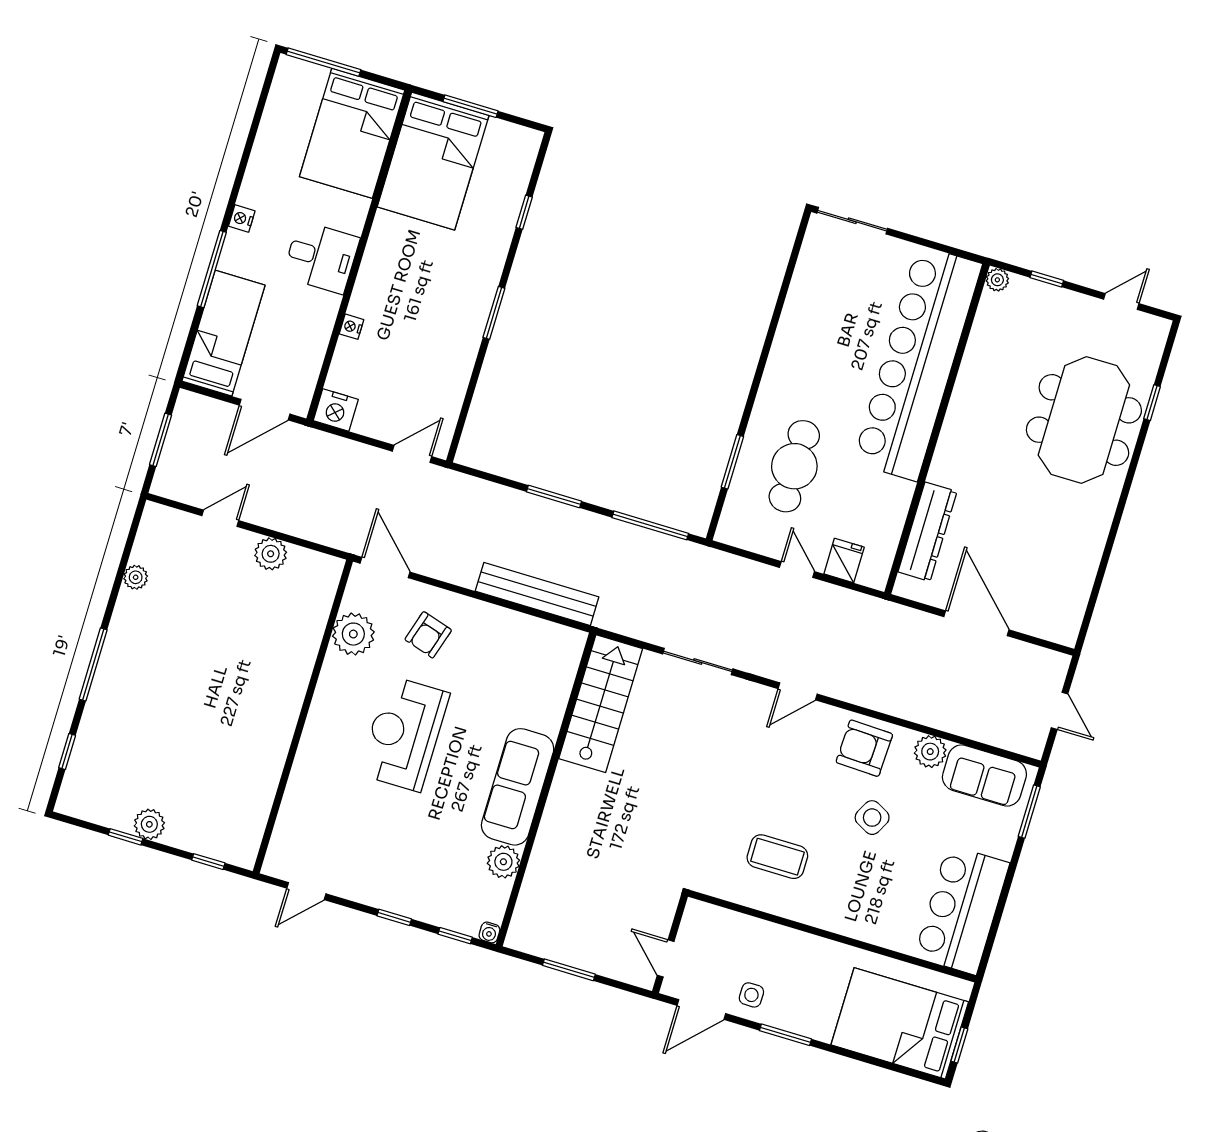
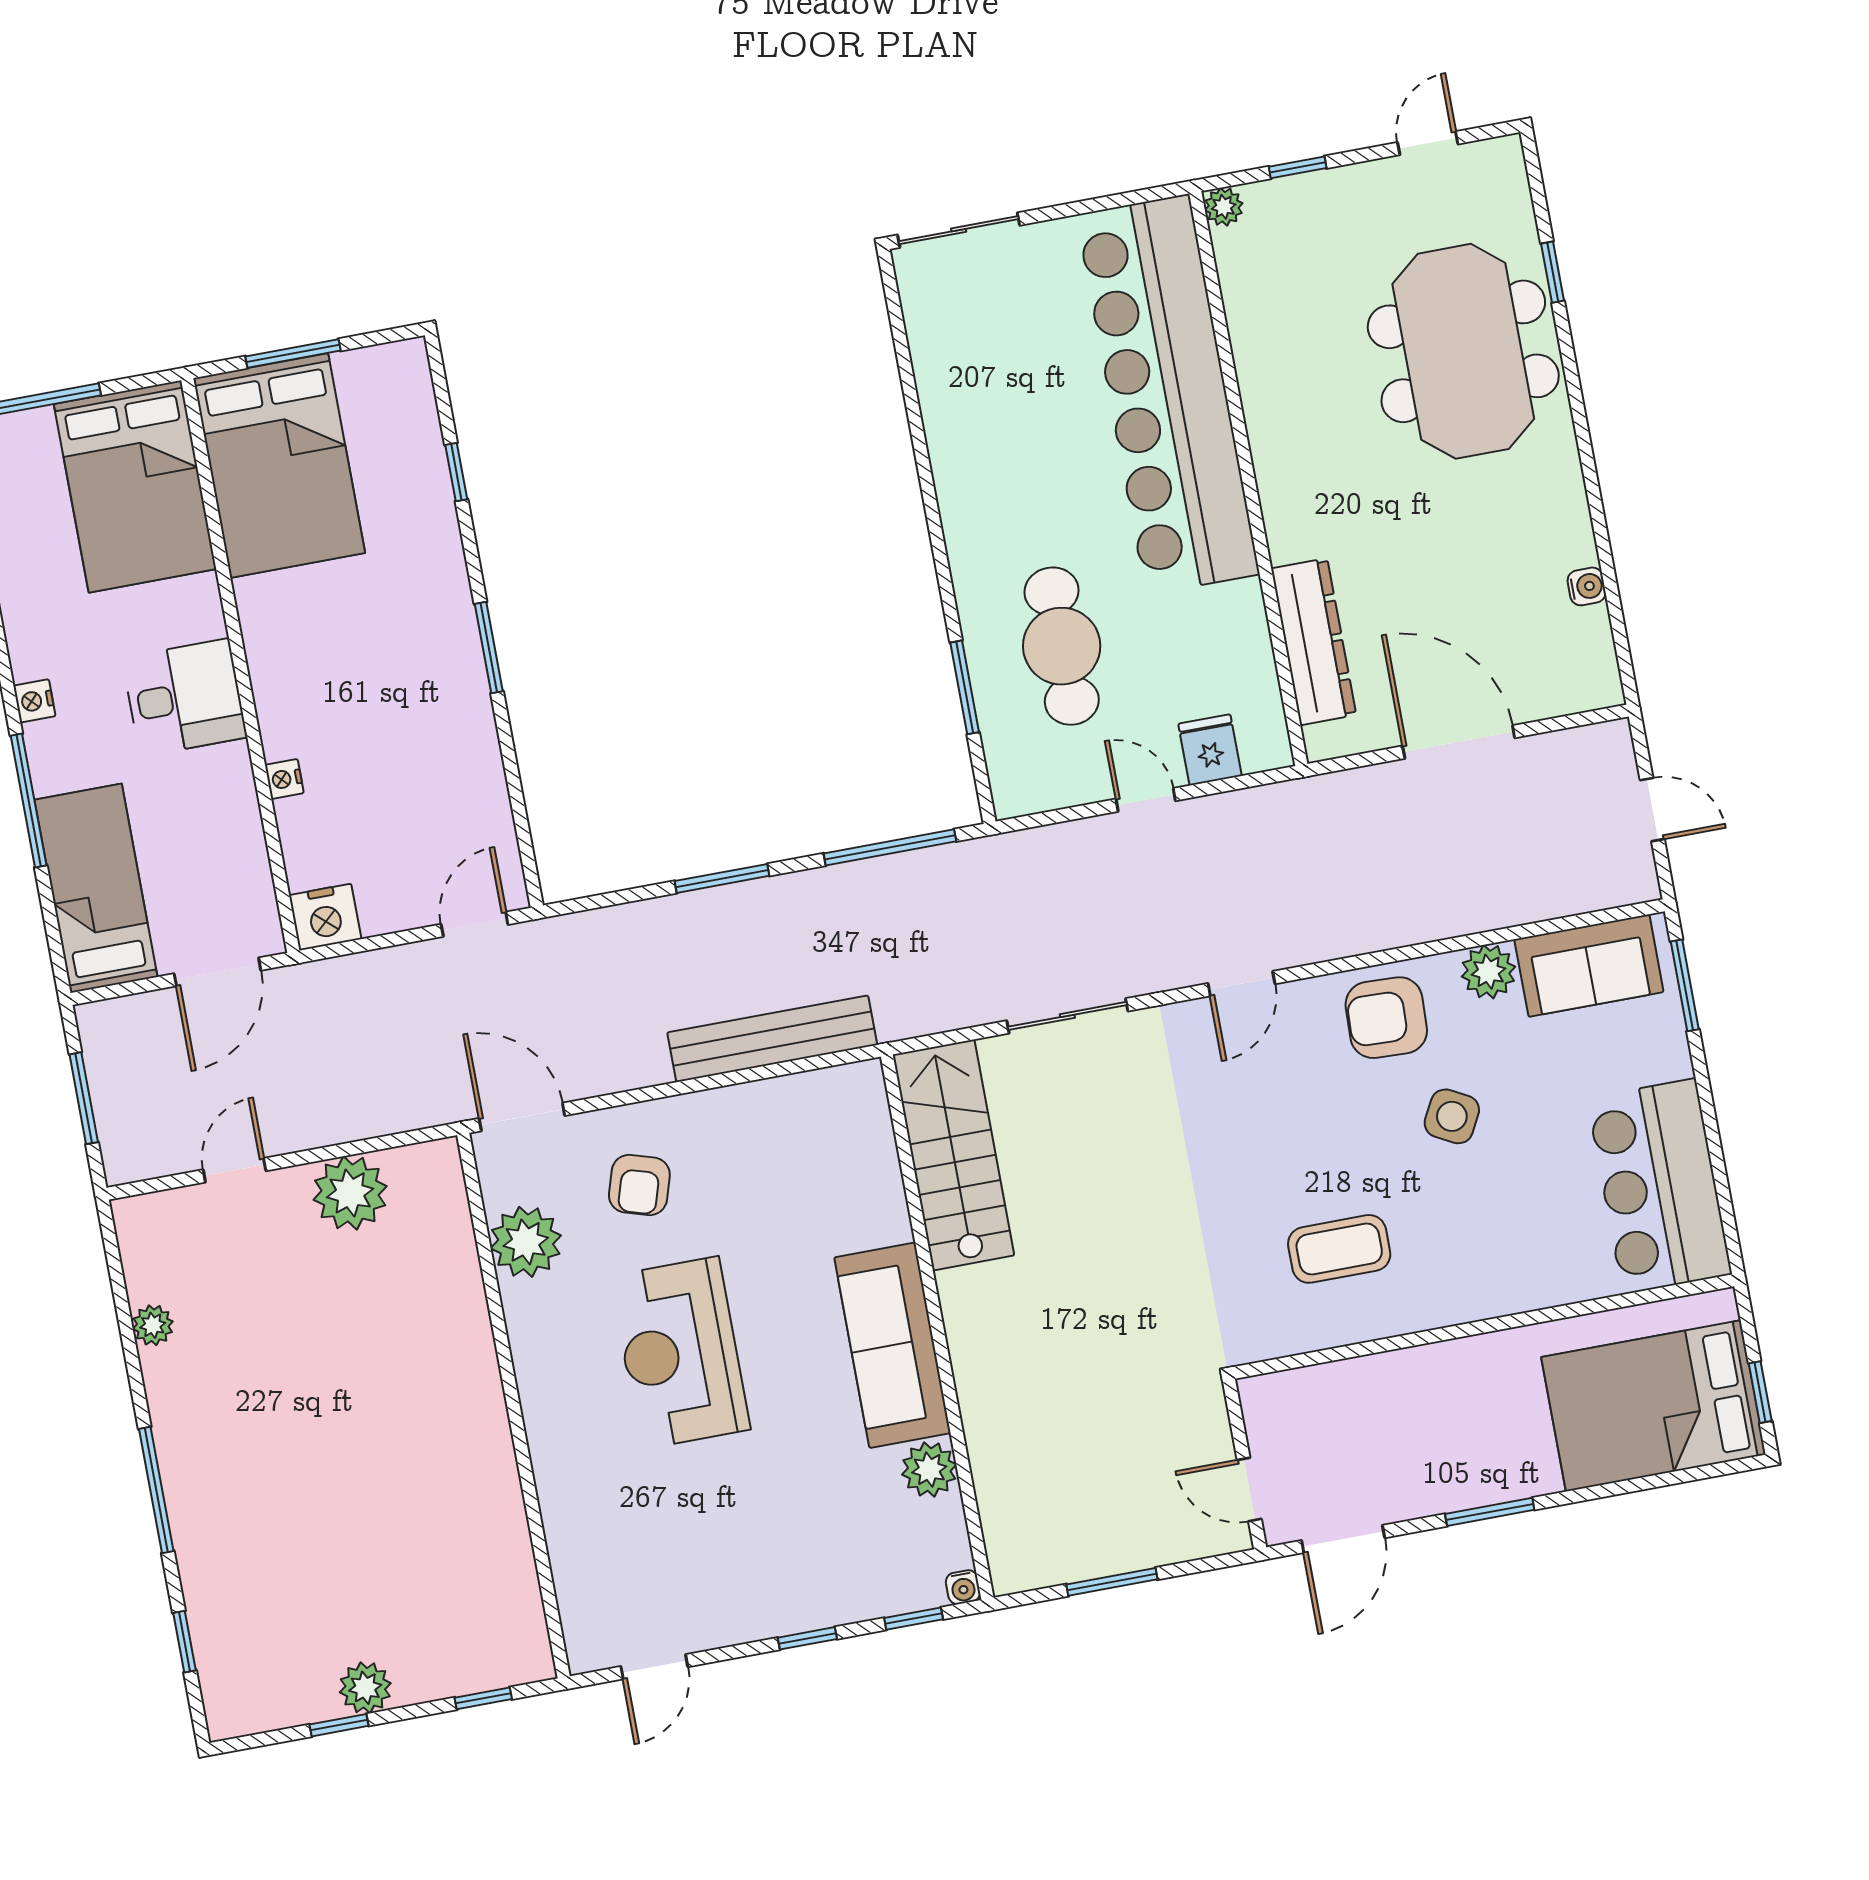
plant: (271, 554) -> (350, 1193), width x1.36, depth x1.36
water cooler: (1085, 576) -> (1587, 586), added
side table: (751, 995) -> (1407, 1478), removed

